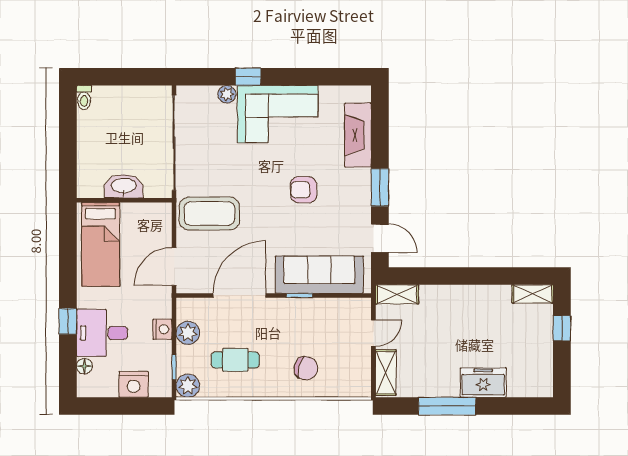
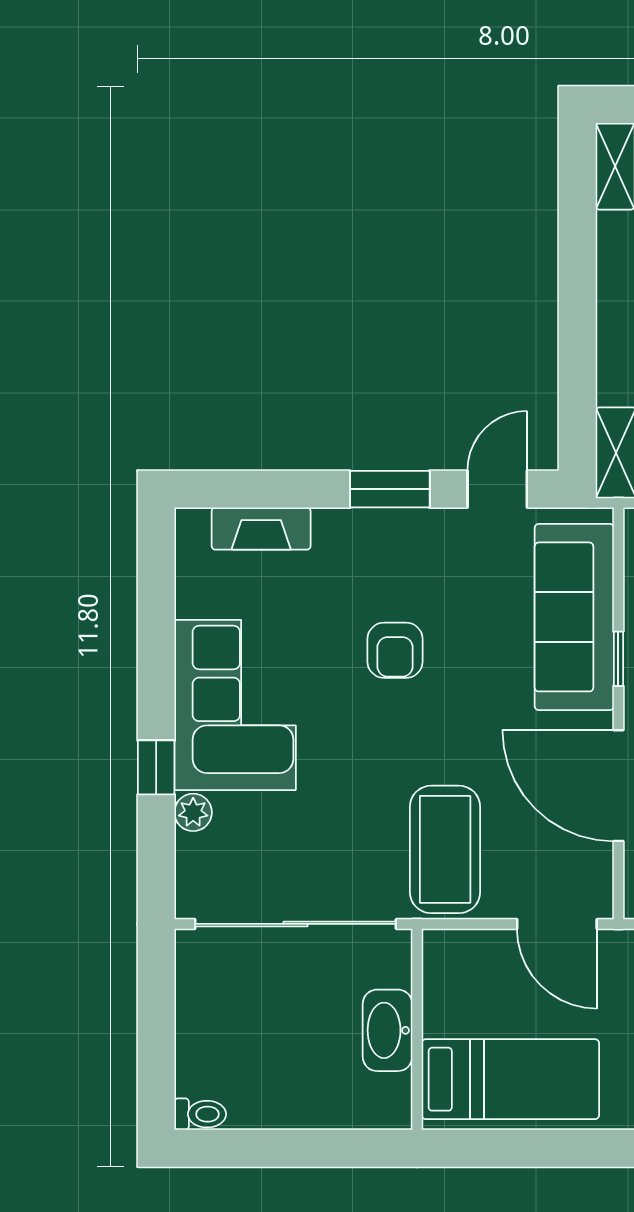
fireplace: (358, 135) -> (261, 529), width x0.73, depth x0.76

